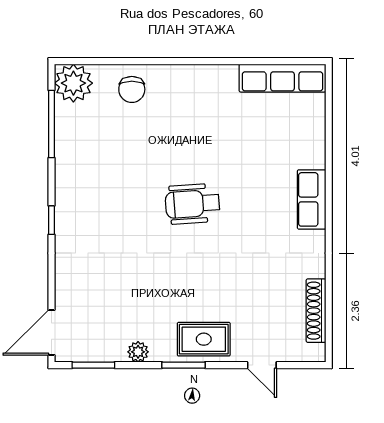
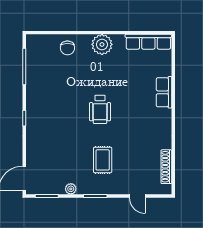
plant: (73, 83) -> (102, 44), moved
row of seats: (312, 199) -> (164, 92), moved
wheelchair: (192, 204) -> (100, 109), turned -86
rug: (204, 339) -> (103, 160), moved, turned 90

